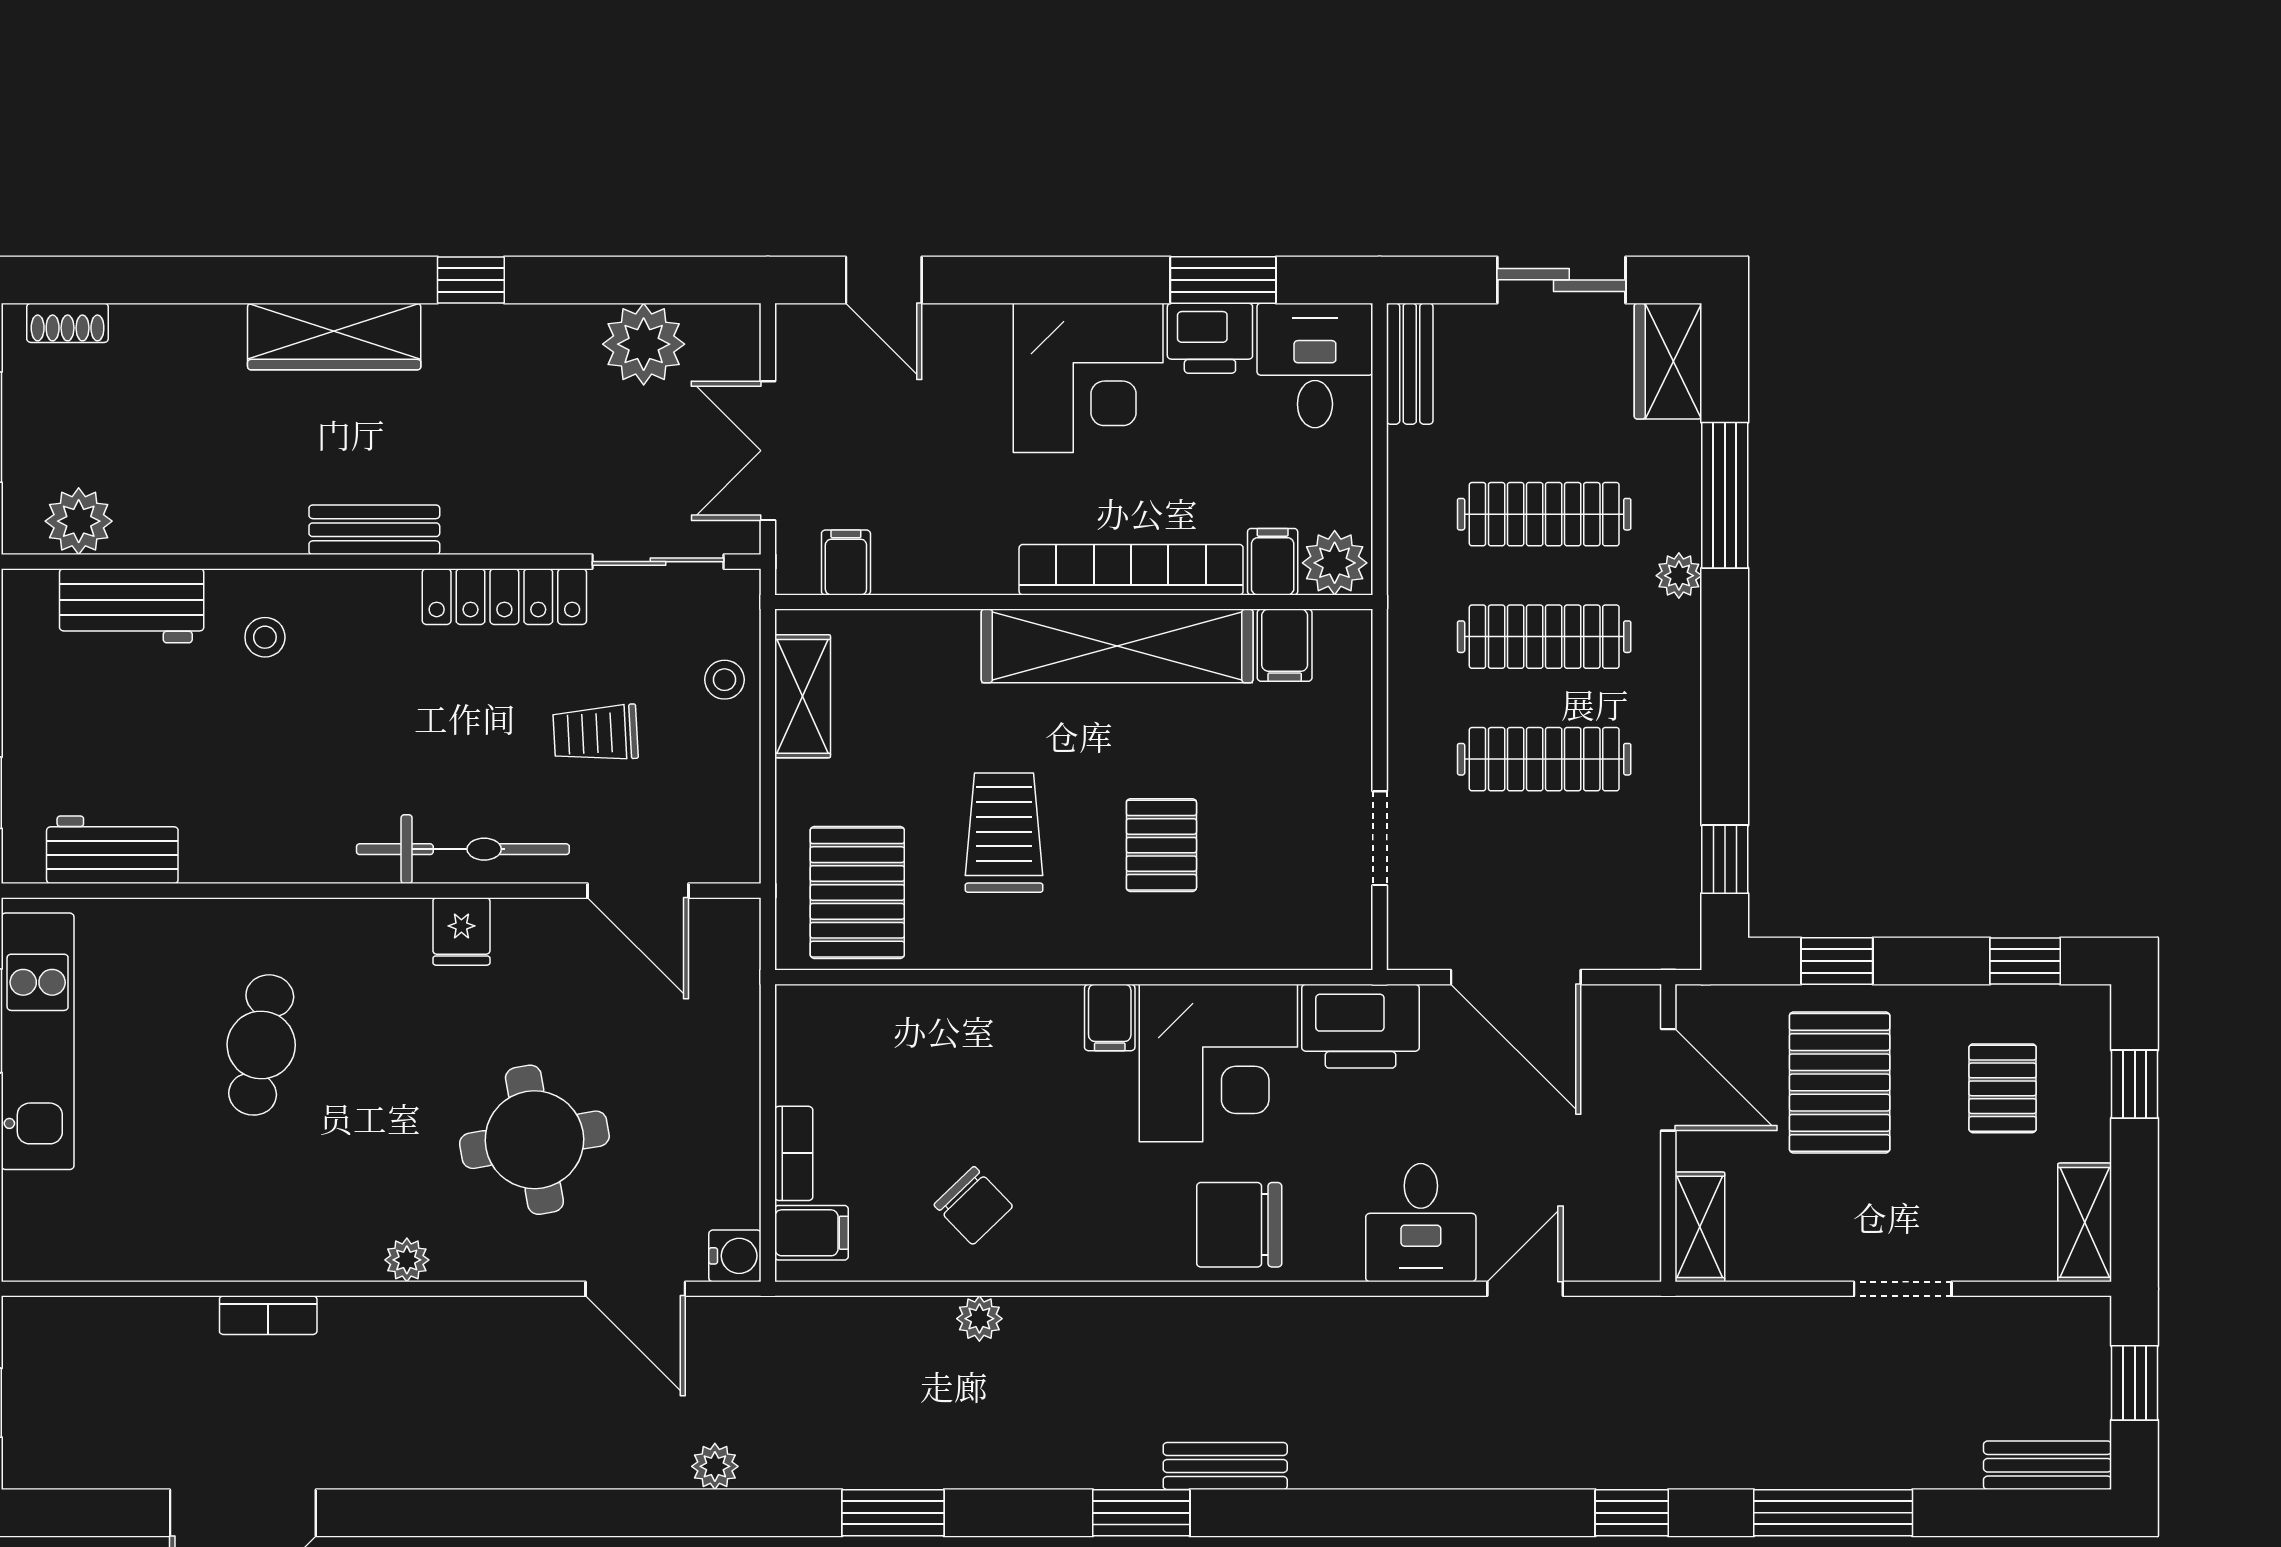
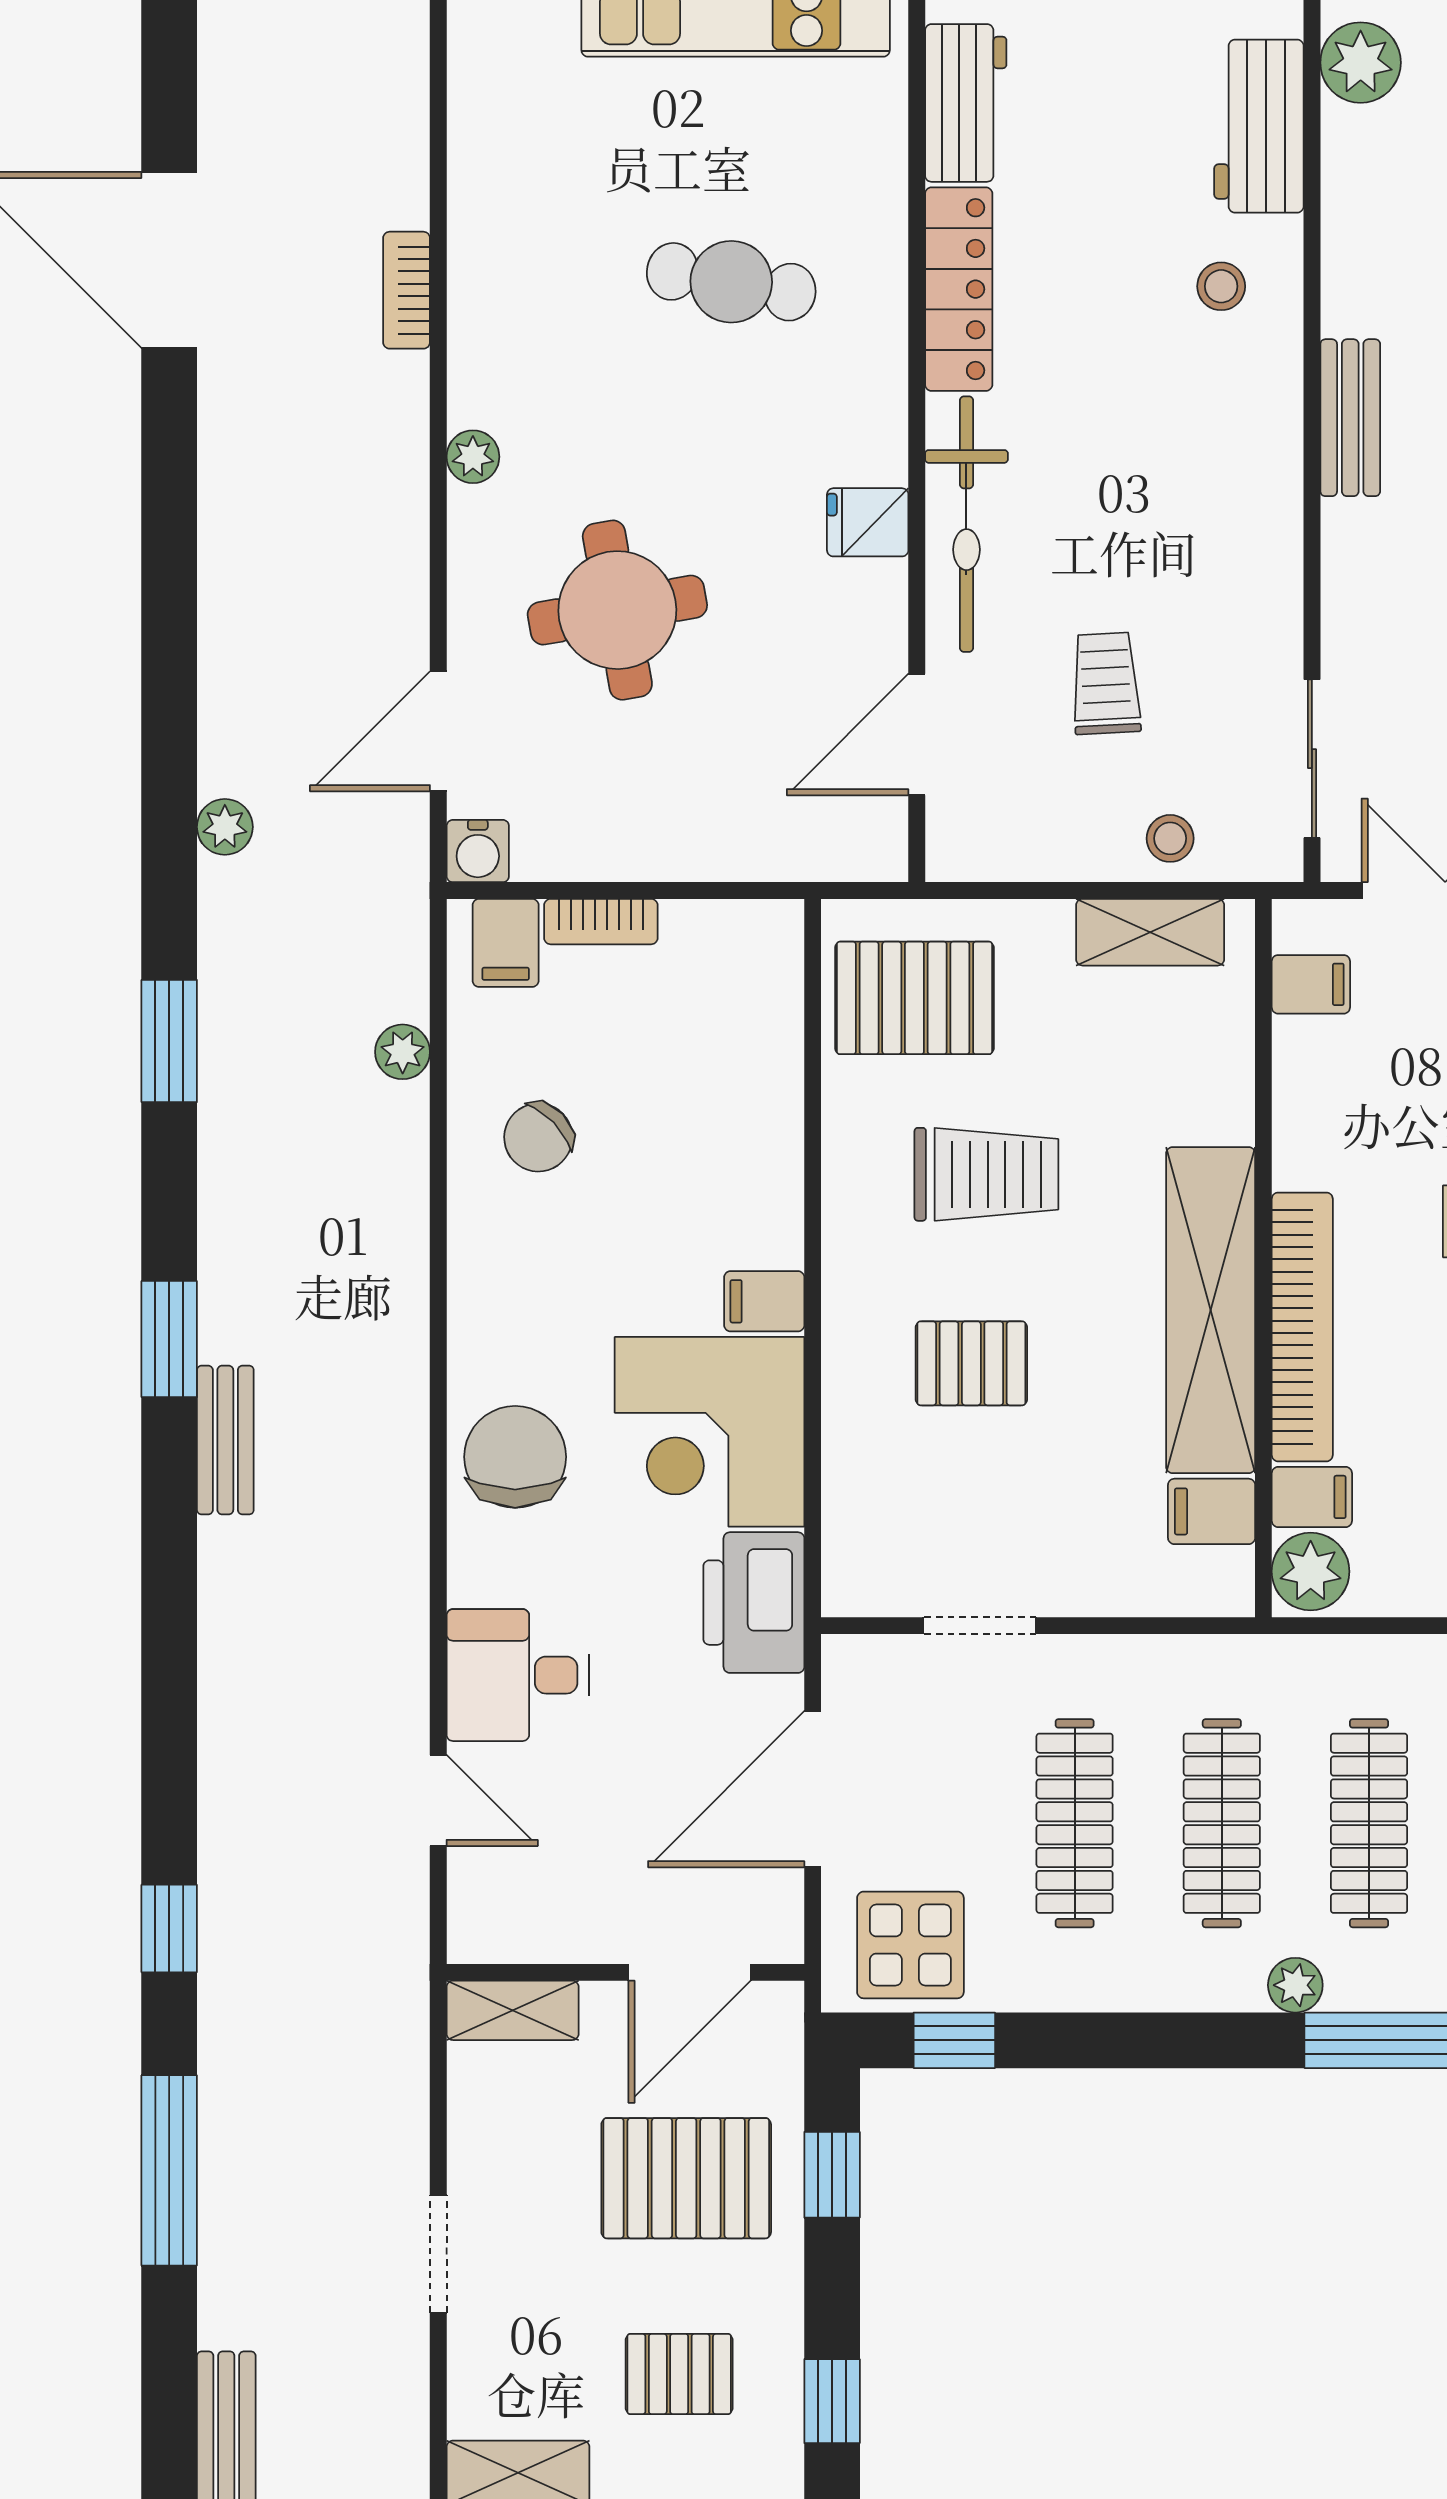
locker: (504, 597) -> (959, 289), moved, turned 180
display table: (1645, 896) -> (910, 1945), added
plant: (979, 1319) -> (403, 1052), moved

